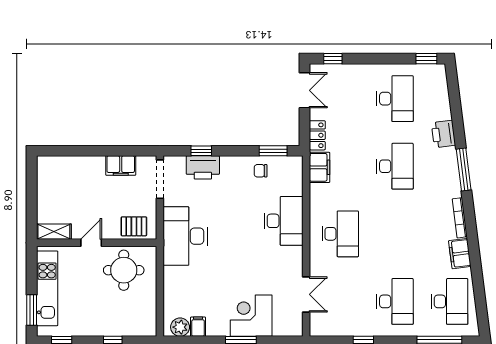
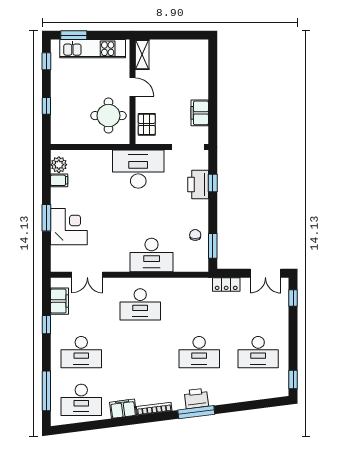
printer: (443, 134) -> (196, 398), moved
filing cabinet: (320, 167) -> (59, 301), moved, turned -90

